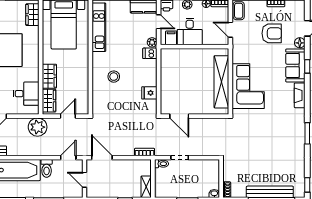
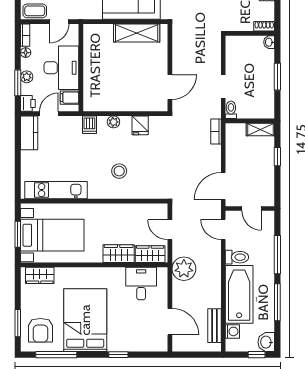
desk: (190, 31) -> (61, 68), width x1.37
plant: (152, 42) -> (113, 122), moved
shelving: (221, 82) -> (137, 33), width x0.68
door: (85, 180) -> (251, 209), hinge flipped

